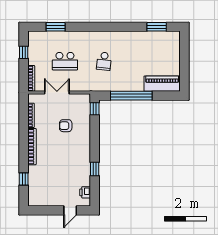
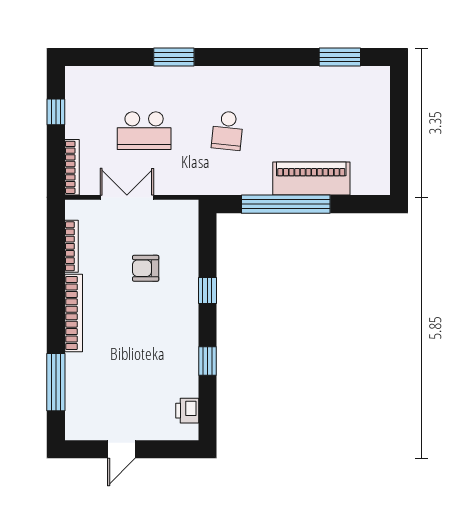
window: (56, 27) -> (174, 57), moved
piano: (162, 84) -> (311, 178), moved
window: (95, 109) -> (207, 290), moved
window: (24, 179) -> (56, 382), width x2.17
door: (70, 210) -> (121, 449), moved

